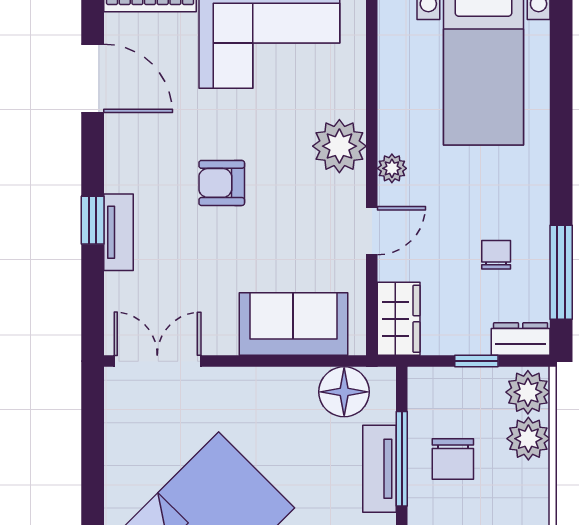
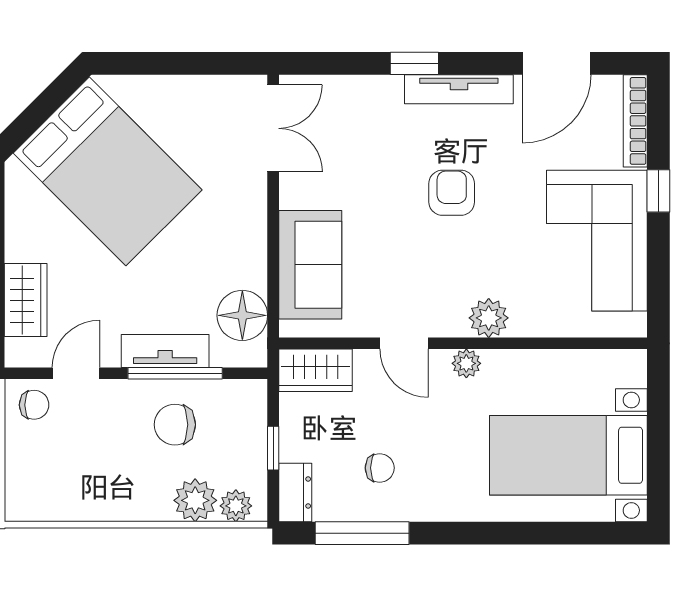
plant: (339, 146) -> (489, 318), width x0.73, depth x0.73
tv unit: (118, 232) -> (459, 89), moved, width x1.41
plant: (528, 392) -> (236, 506), width x0.73, depth x0.73

